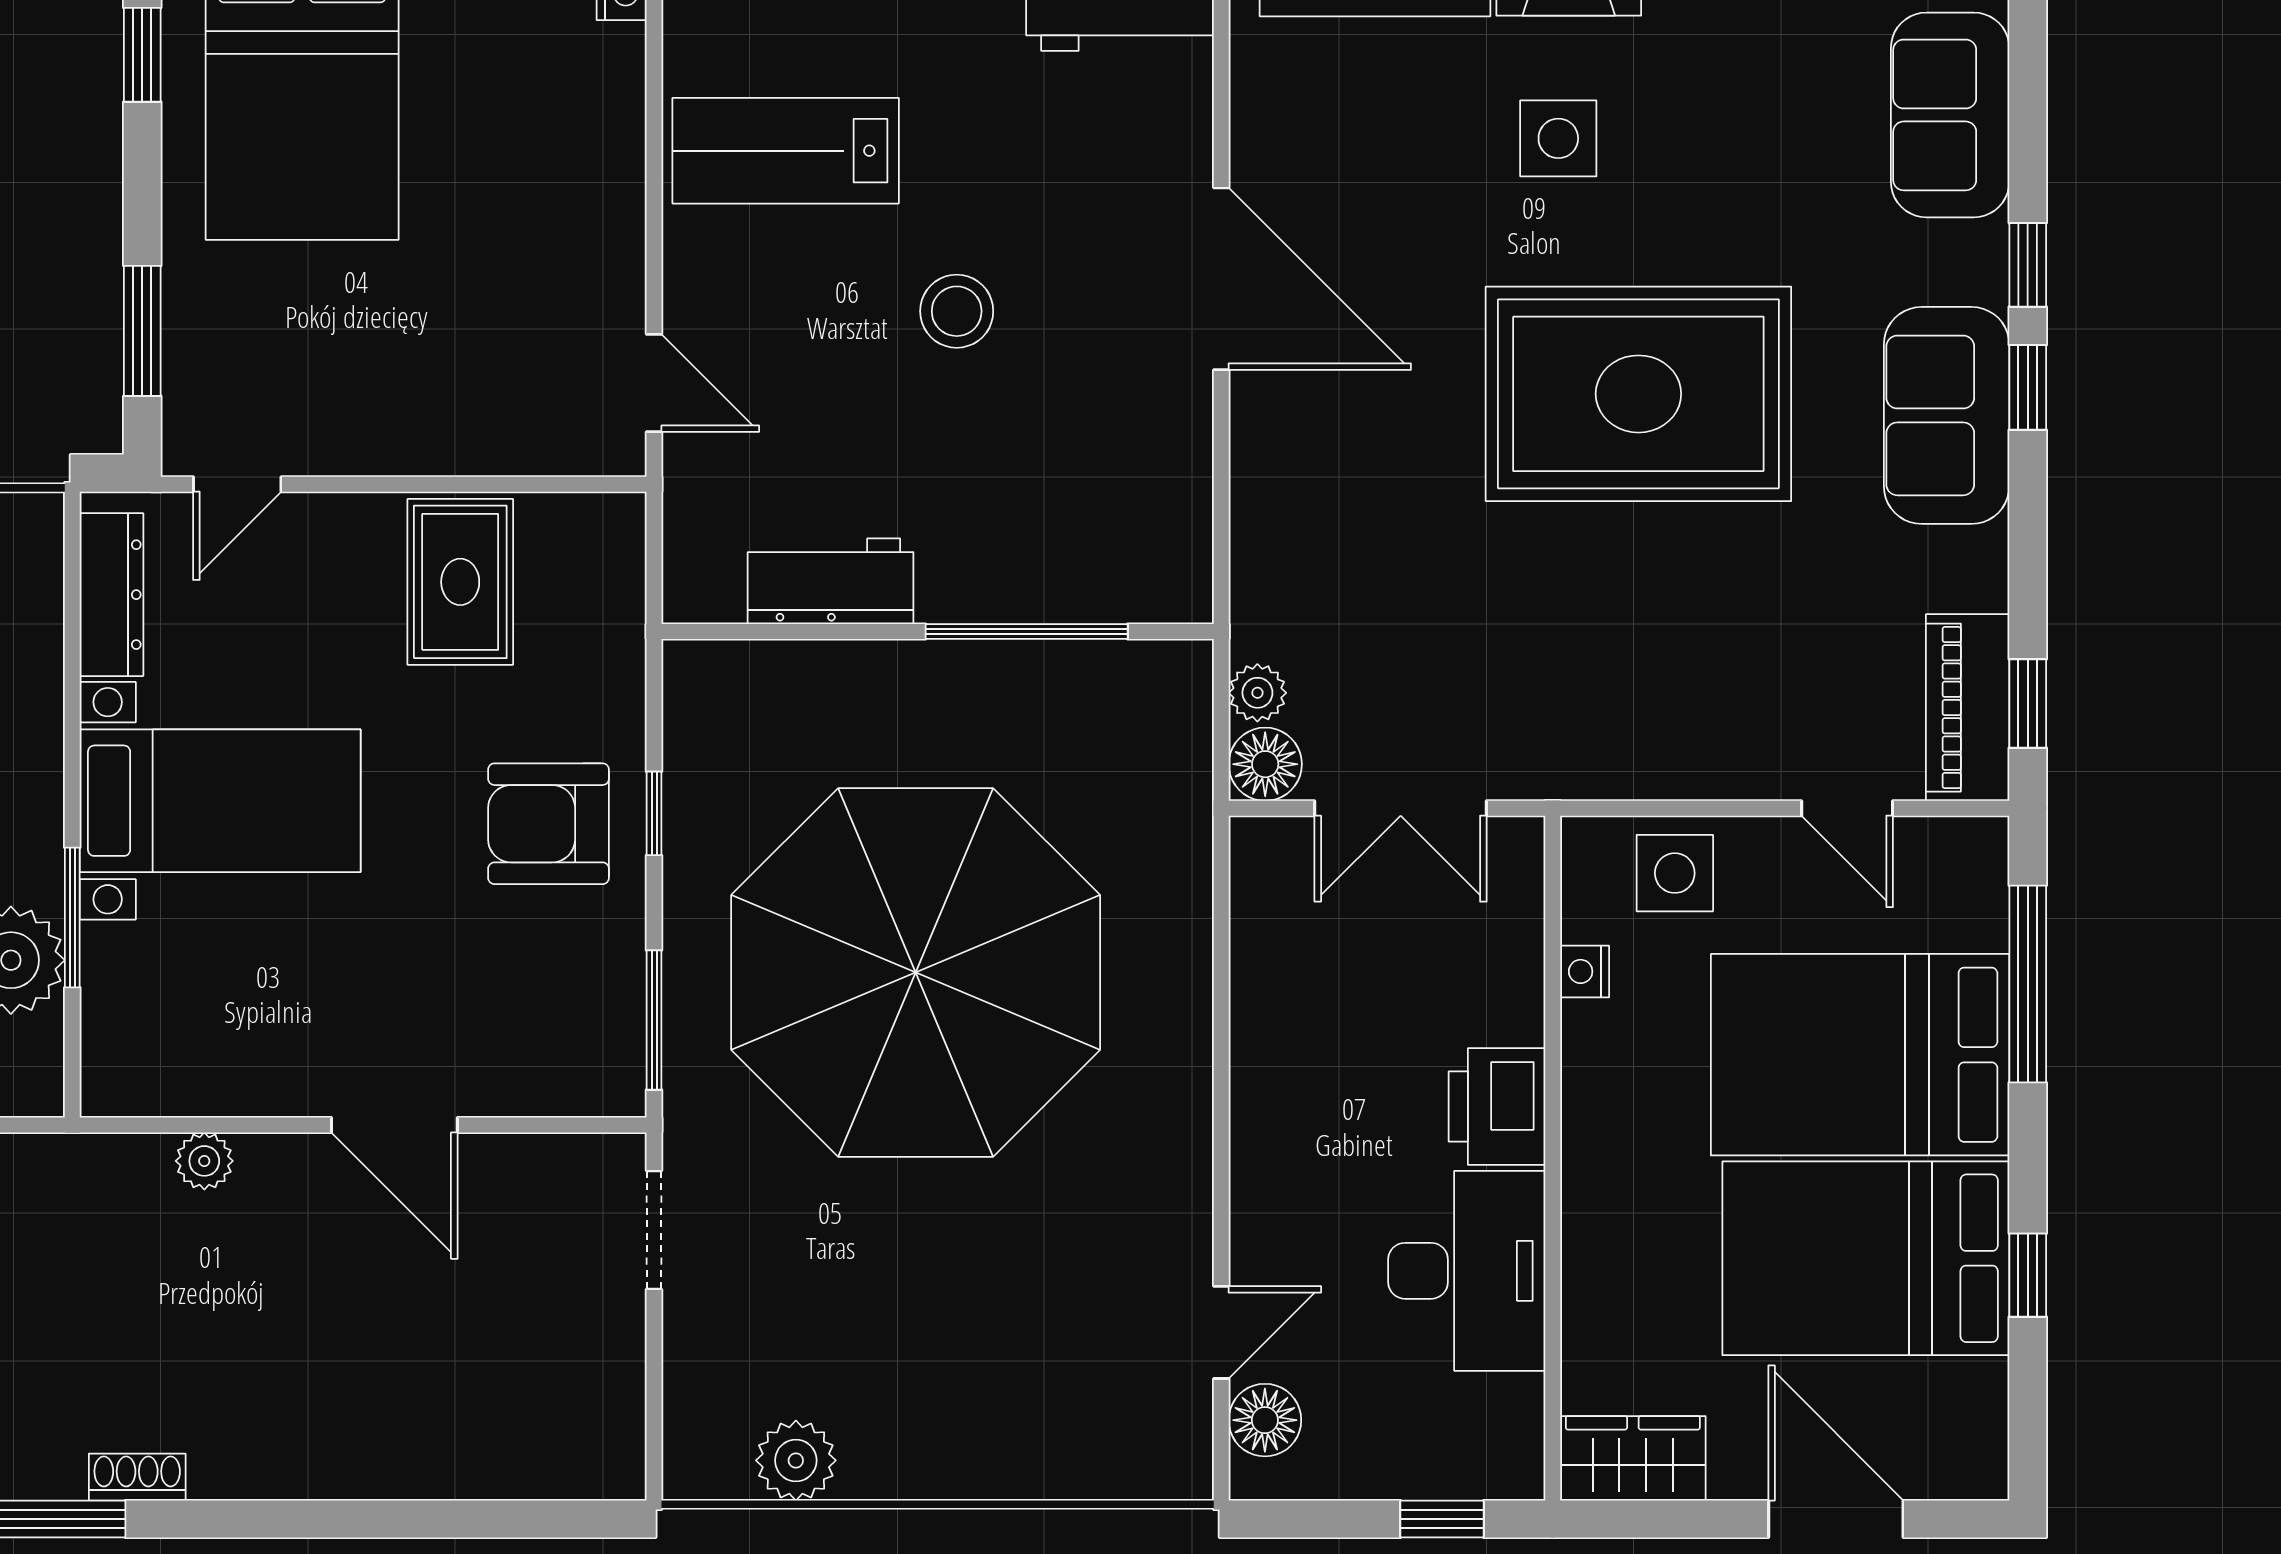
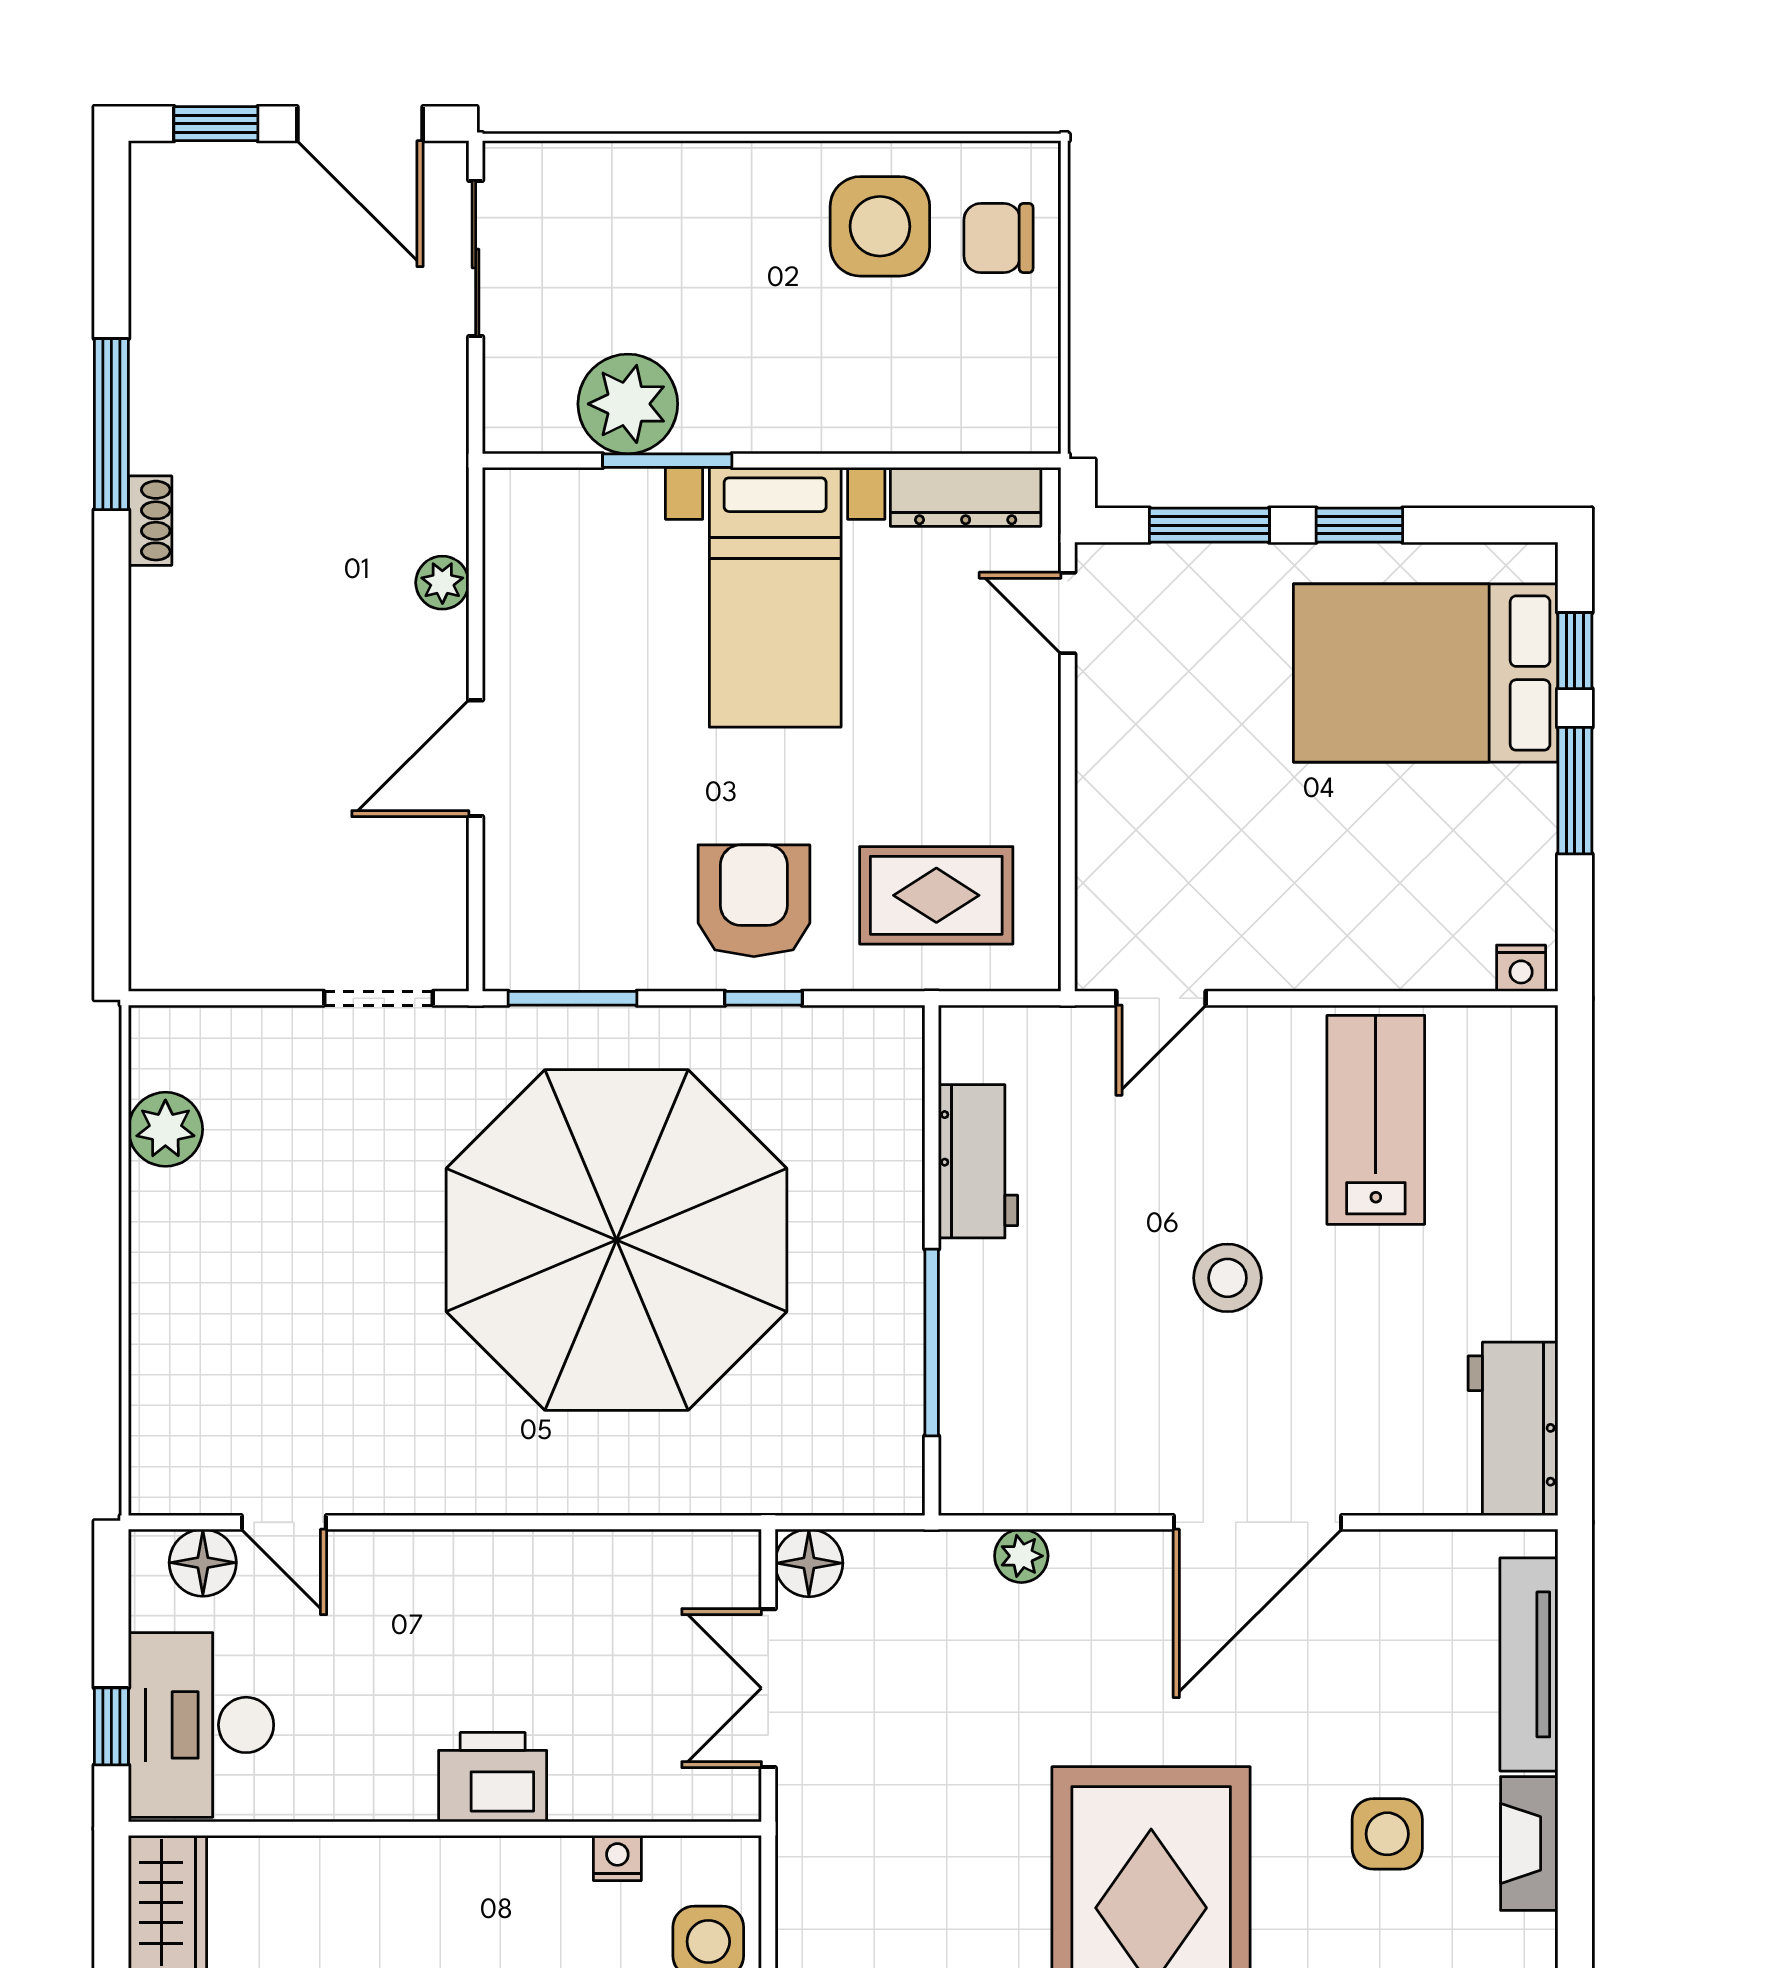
window: (142, 55) -> (1359, 525), moved
rug: (460, 582) -> (936, 895), moved
plant: (1257, 693) -> (1021, 1556), moved
desk: (1467, 1271) -> (201, 1725), moved, turned 90

